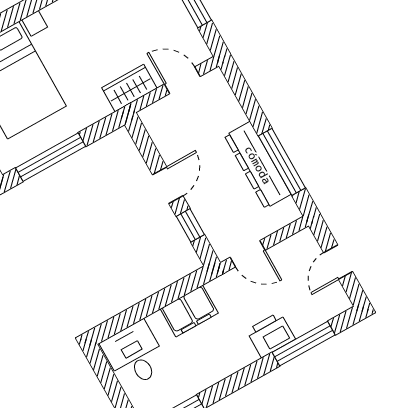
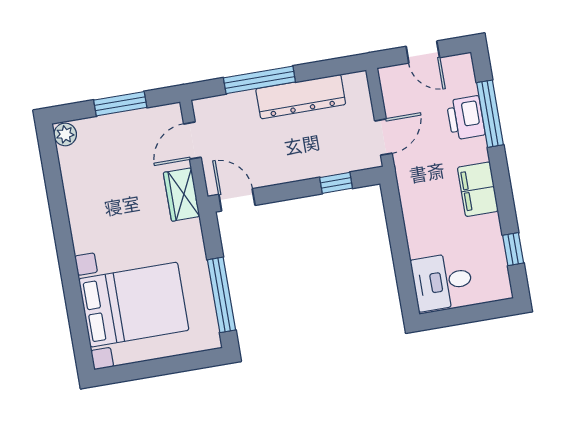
window: (282, 162) -> (259, 80), moved
door: (168, 185) -> (237, 200), moved
filing cabinet: (189, 311) -> (478, 189), moved, turned 180
printer: (271, 335) -> (466, 118), moved

